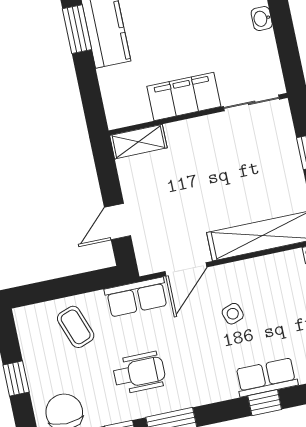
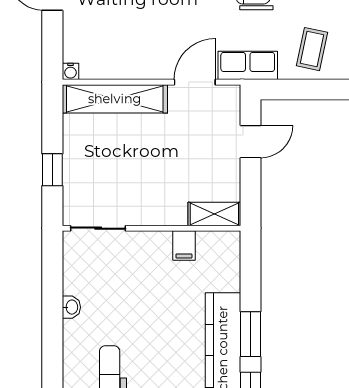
filing cabinet: (184, 96) -> (184, 246), width x0.33, depth x0.86
side table: (233, 314) -> (159, 30), removed
coffee table: (76, 327) -> (312, 49), turned 32

